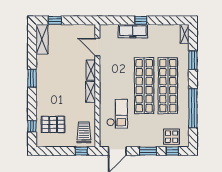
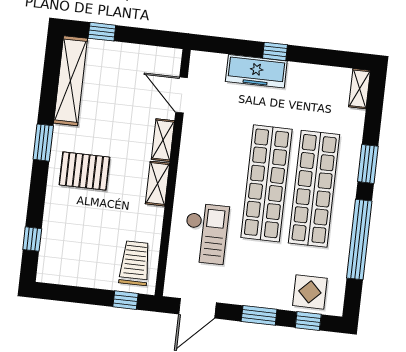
shelving: (42, 39) -> (71, 81), width x1.47
window: (193, 60) -> (368, 164), moved
pallet: (53, 124) -> (84, 171), moved

